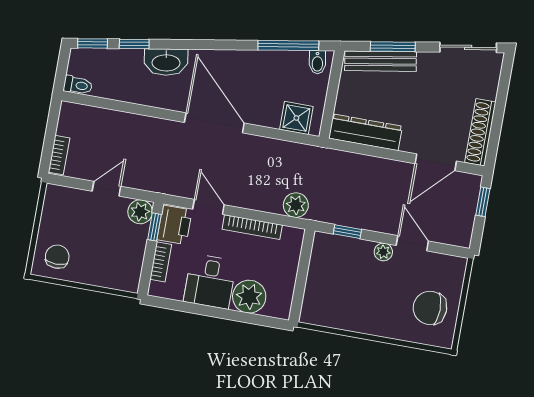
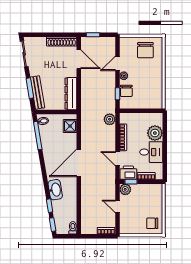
door: (208, 207) -> (117, 159), hinge flipped
chair: (350, 252) -> (126, 91), added

